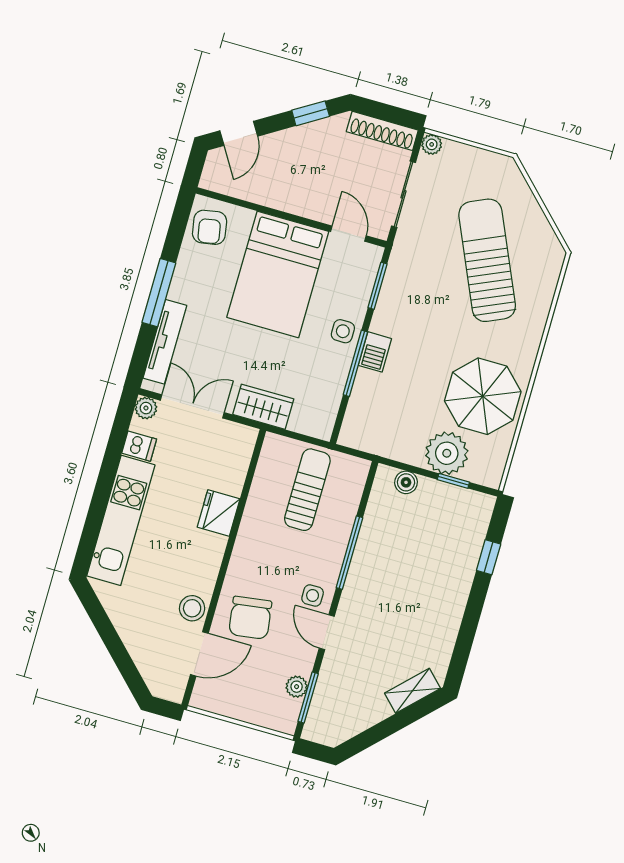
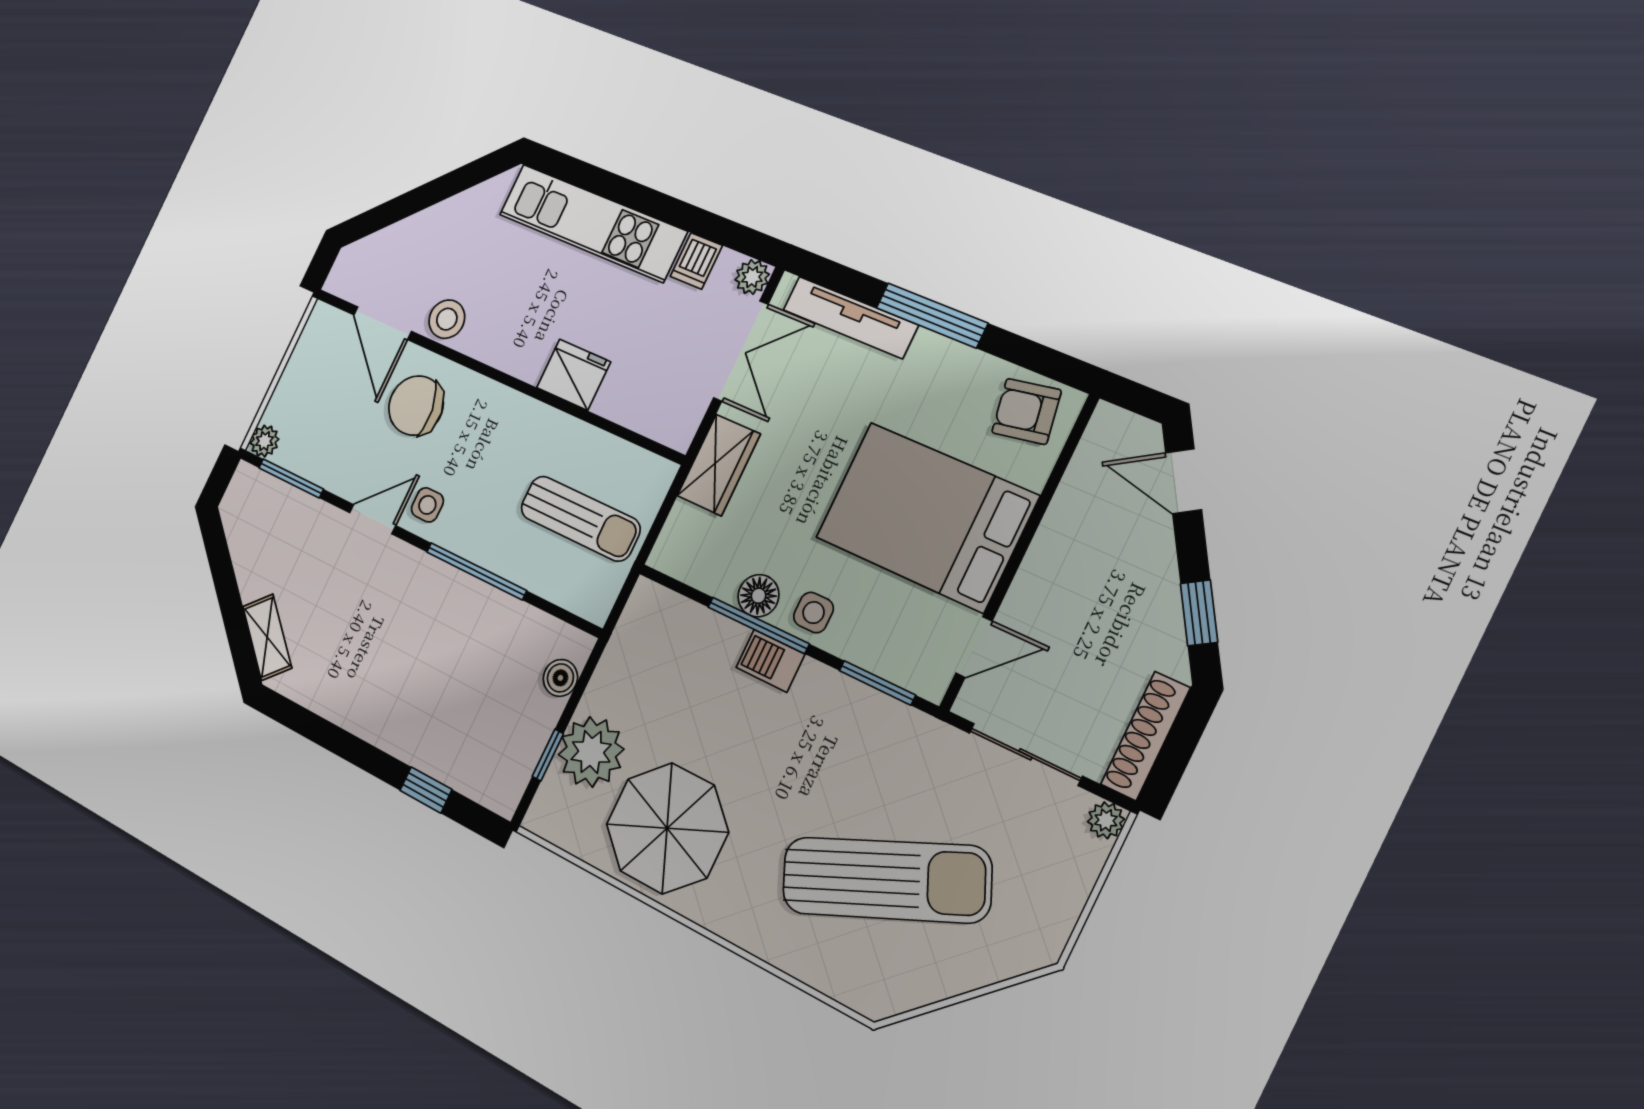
floor lamp: (338, 367) -> (759, 596), added
plant: (297, 687) -> (265, 441), moved

